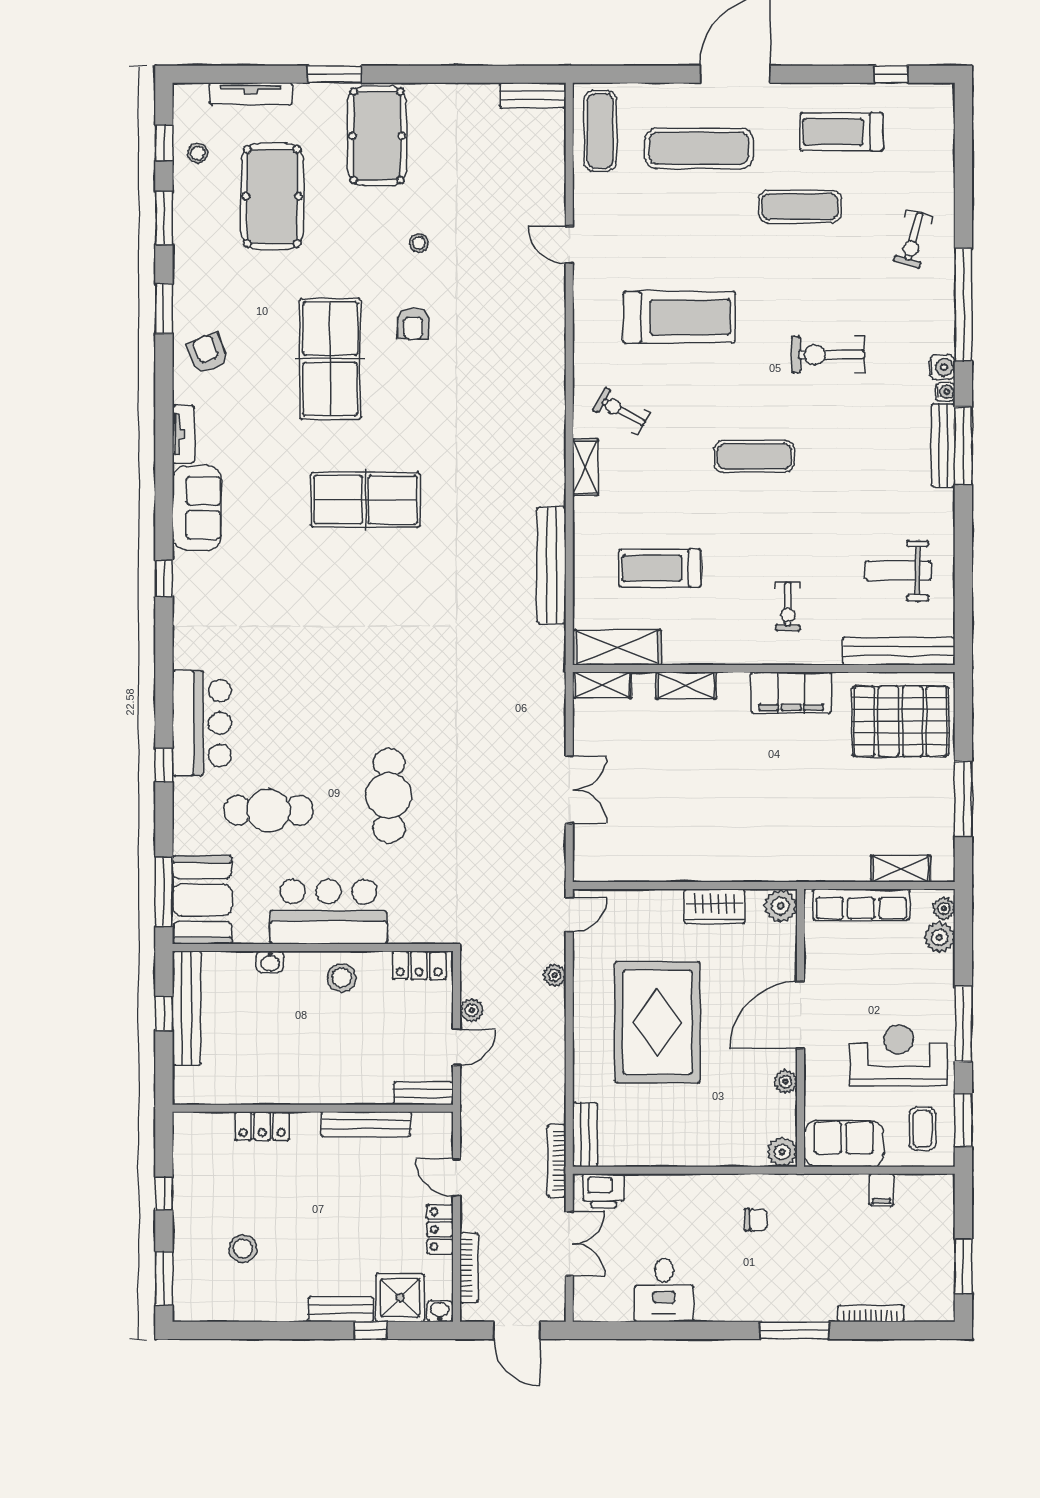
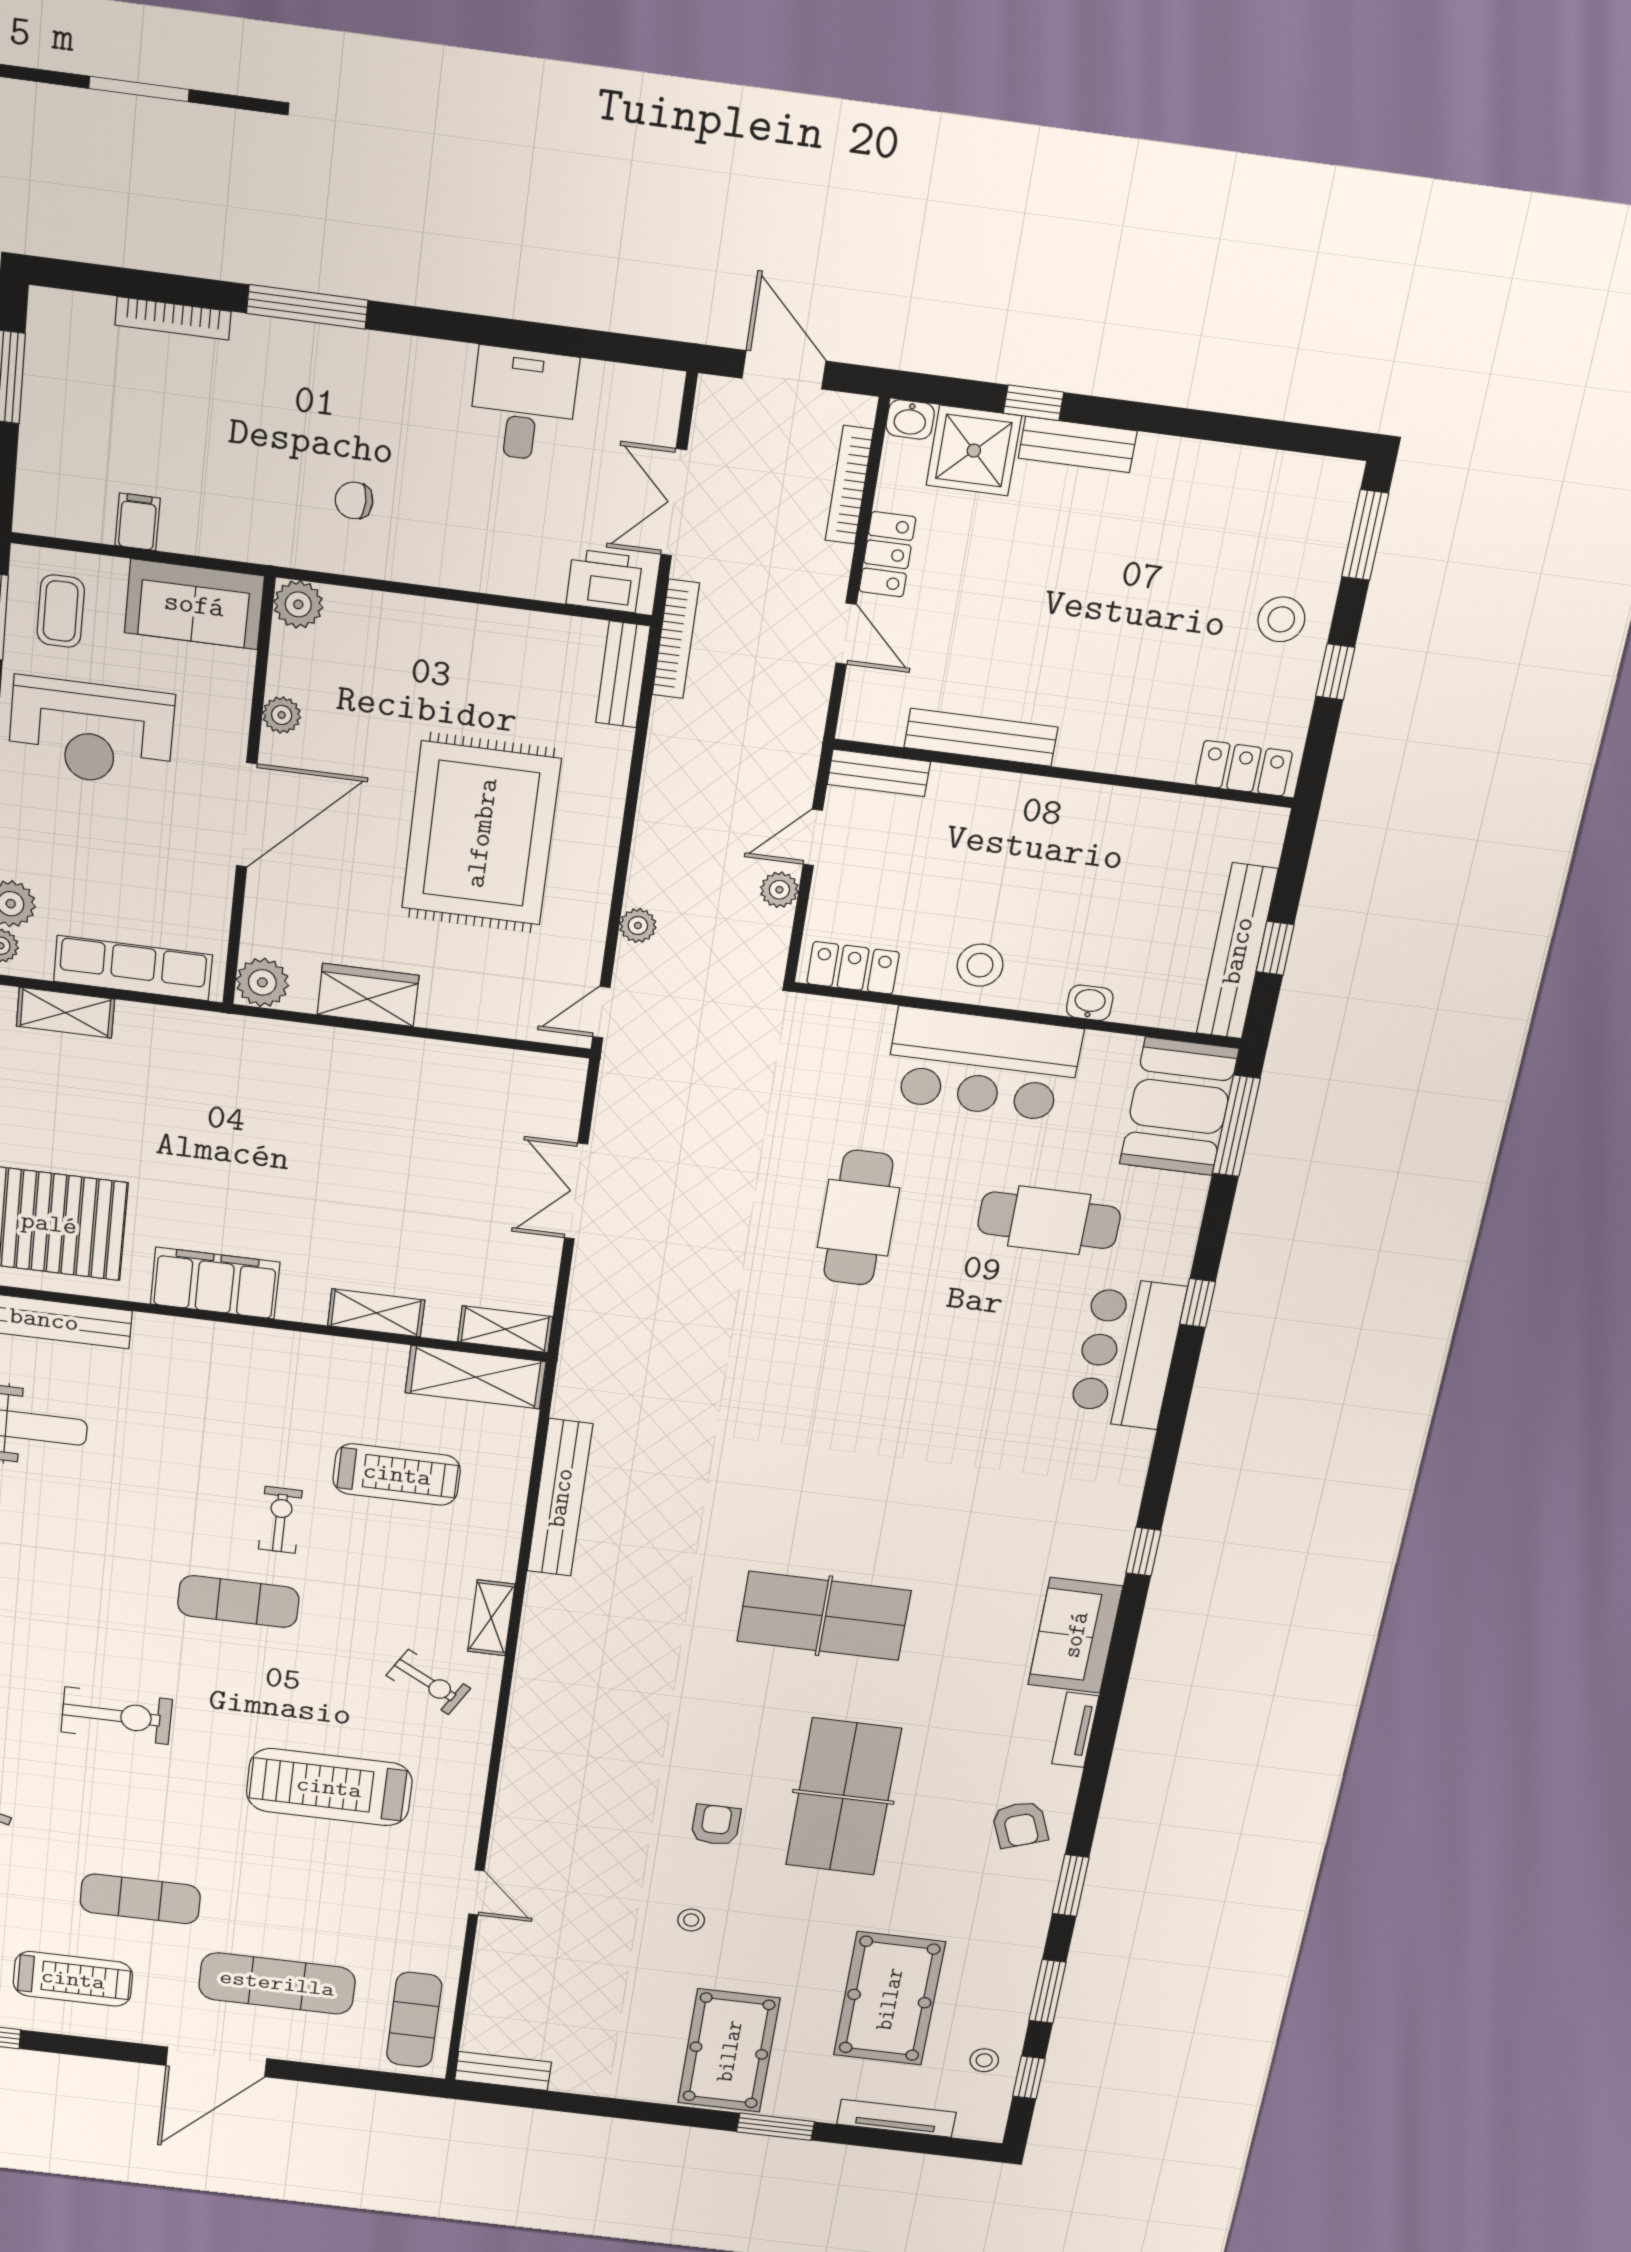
exercise bike: (788, 606) -> (280, 1520), moved
locker: (262, 1126) -> (1244, 768), moved
stool: (243, 1249) -> (1281, 619), moved

